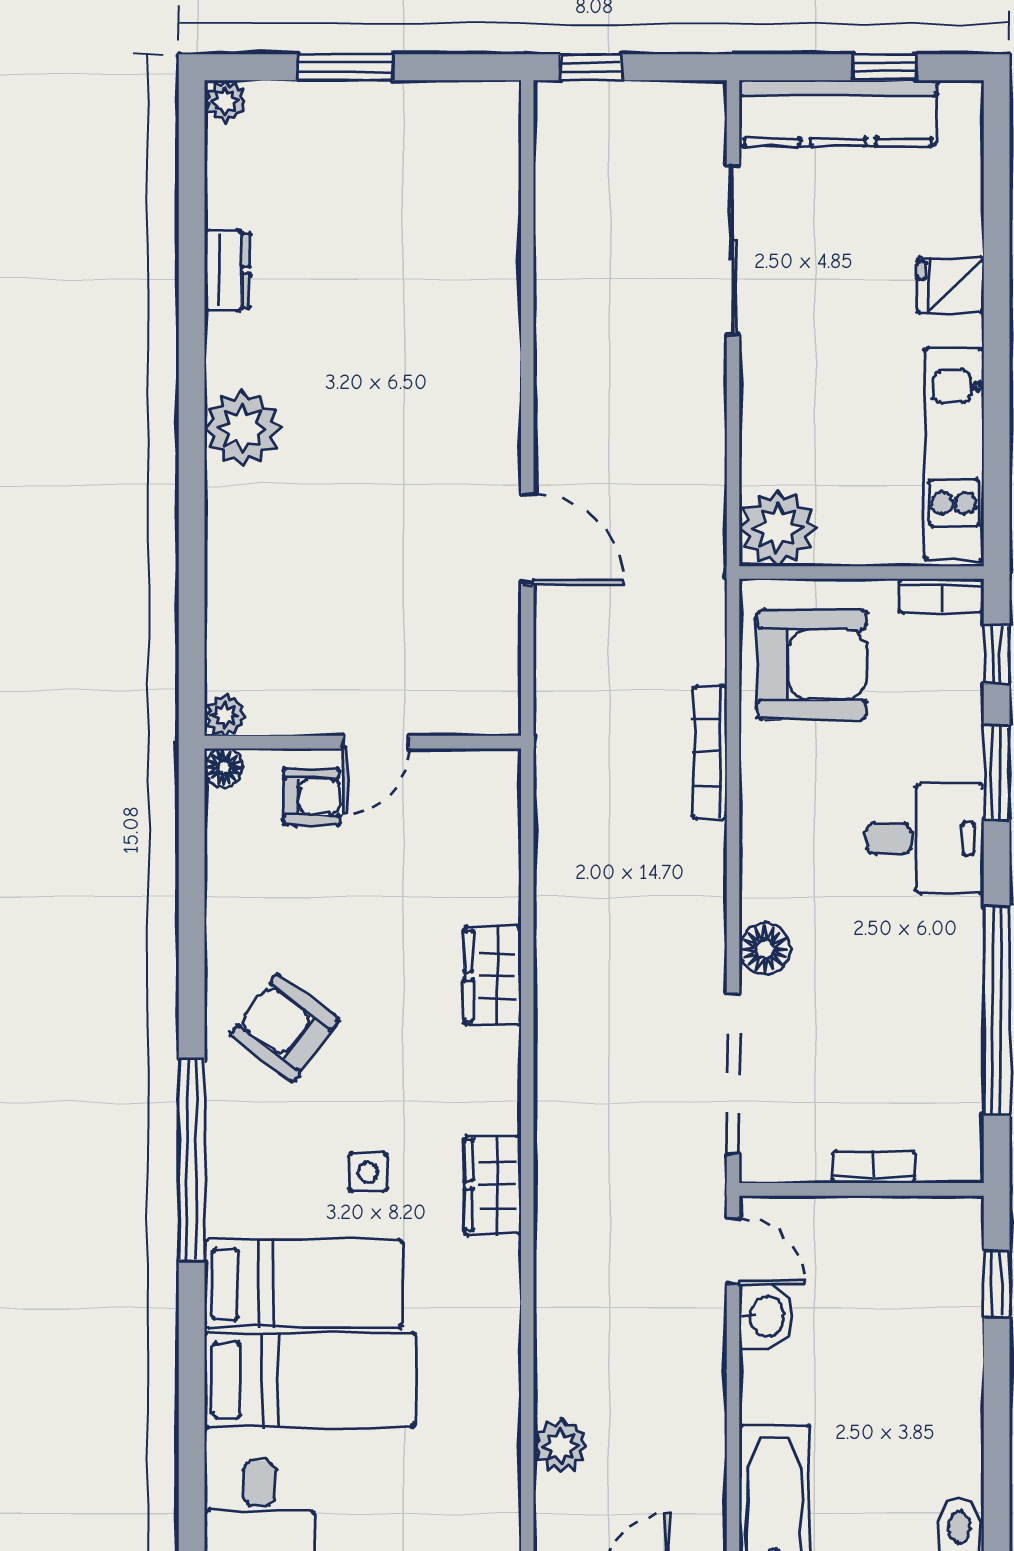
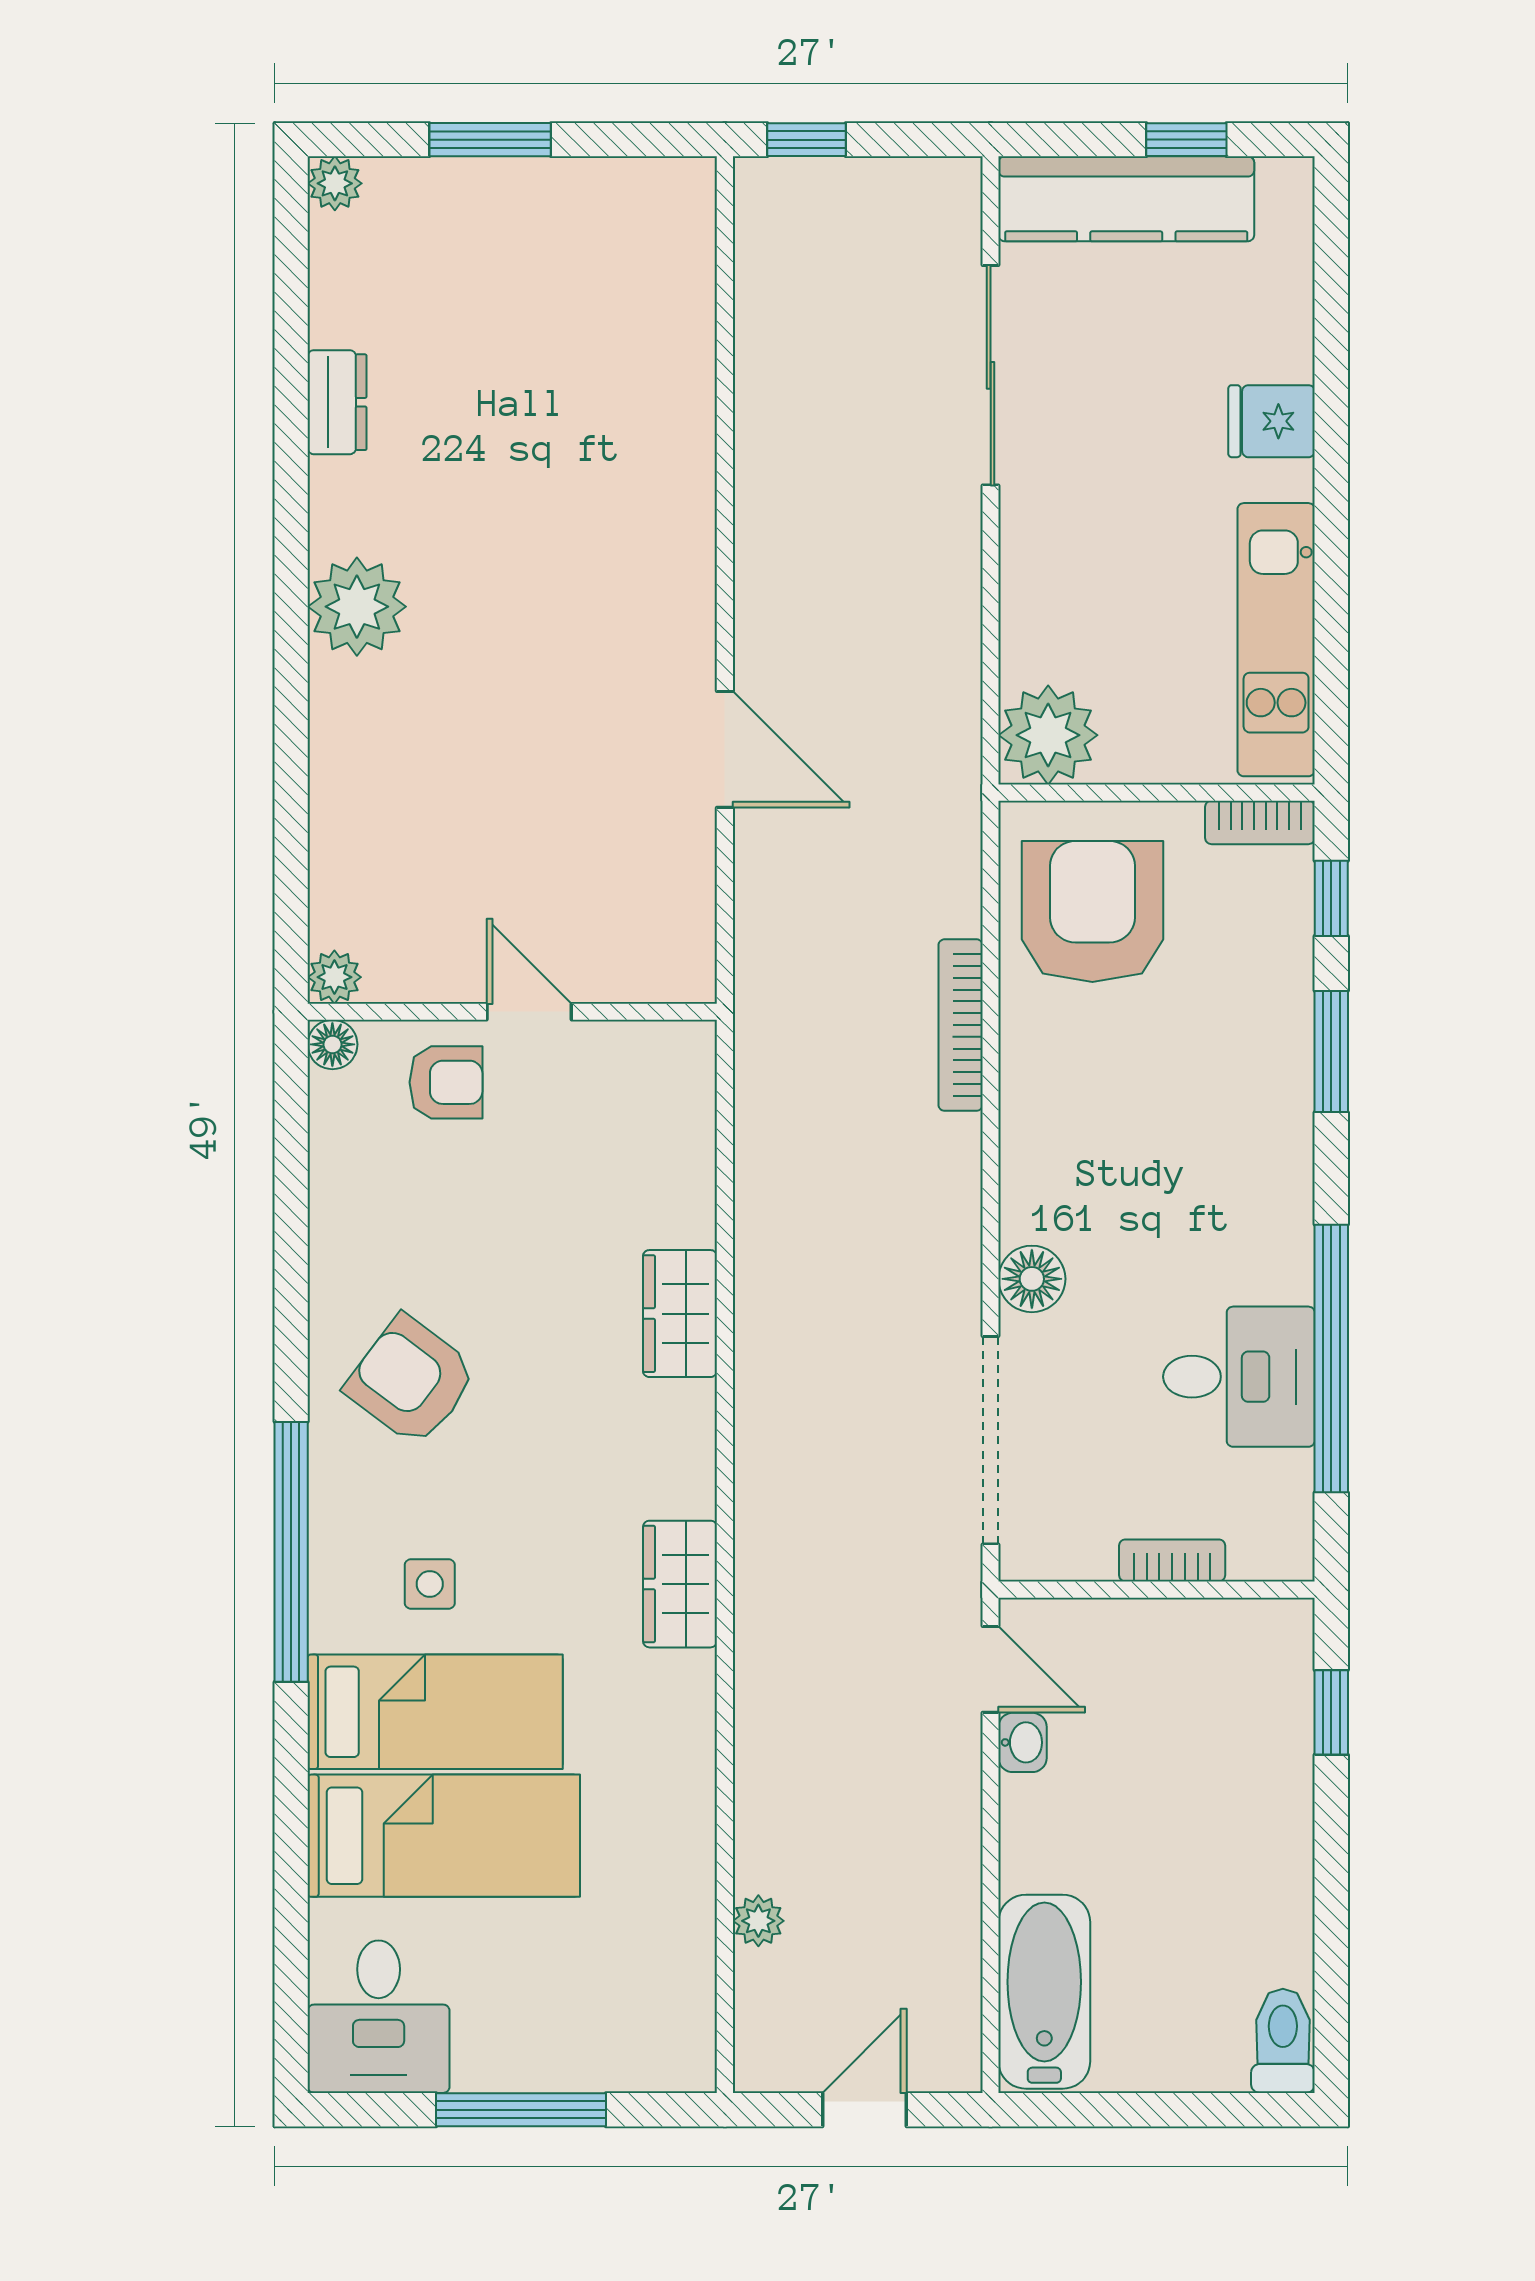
armchair: (812, 665) -> (1092, 911), turned -90
door: (376, 742) -> (529, 1012), swing flipped
desk: (925, 838) -> (1239, 1377), moved
side table: (368, 1172) -> (430, 1584), moved
washbasin: (766, 1316) -> (1023, 1742), width x0.72, depth x0.69
plant: (561, 1446) -> (758, 1921), width x0.73, depth x0.73

